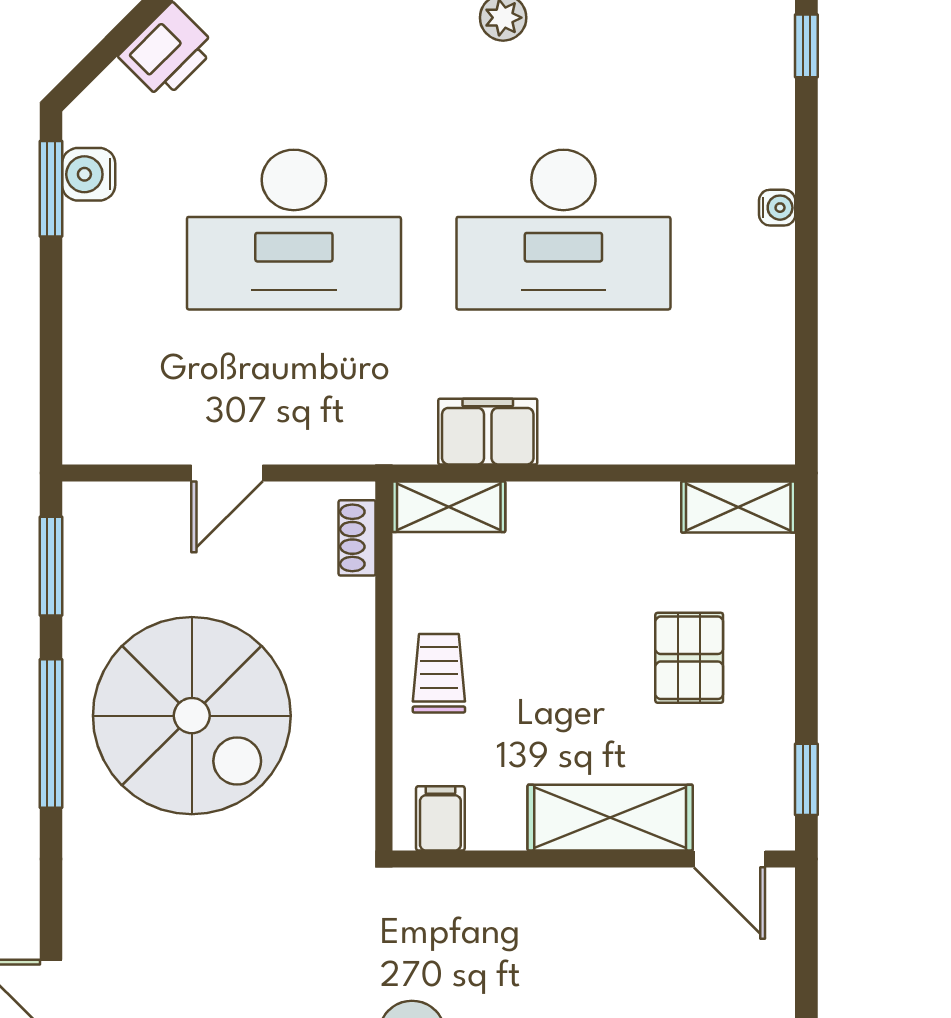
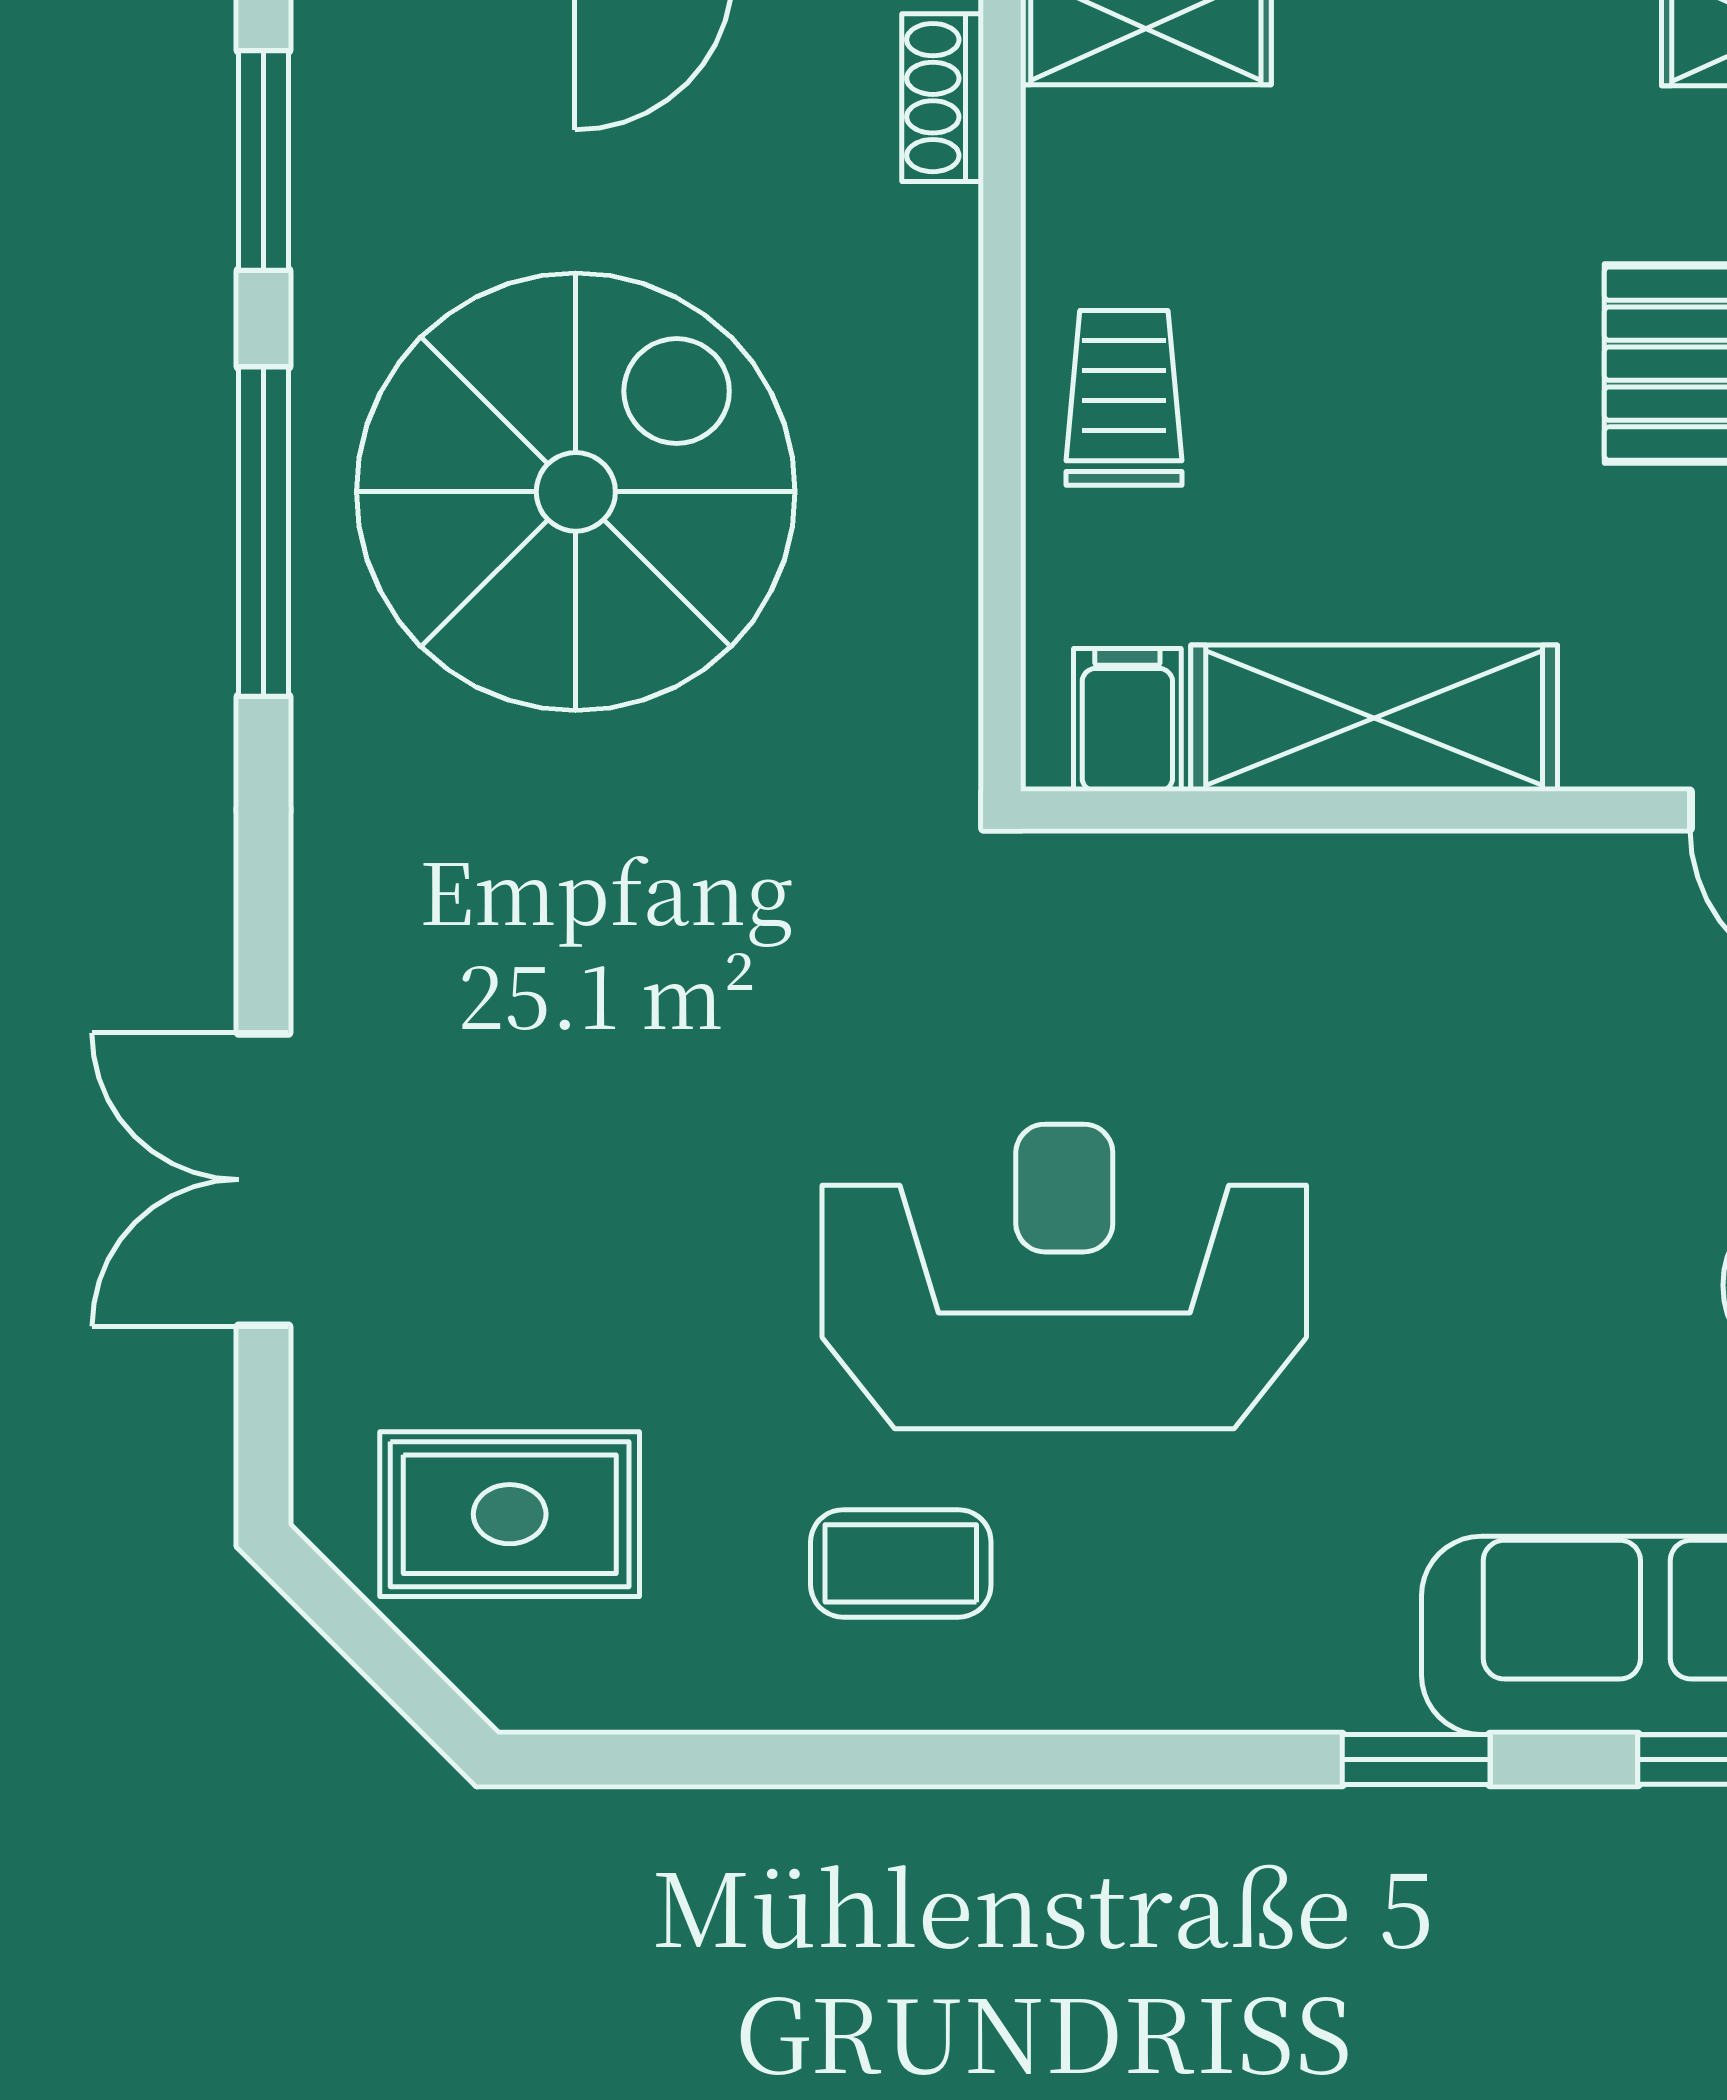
spiral stairs: (192, 716) -> (576, 492), turned -90
shelving: (610, 818) -> (1374, 718), moved

